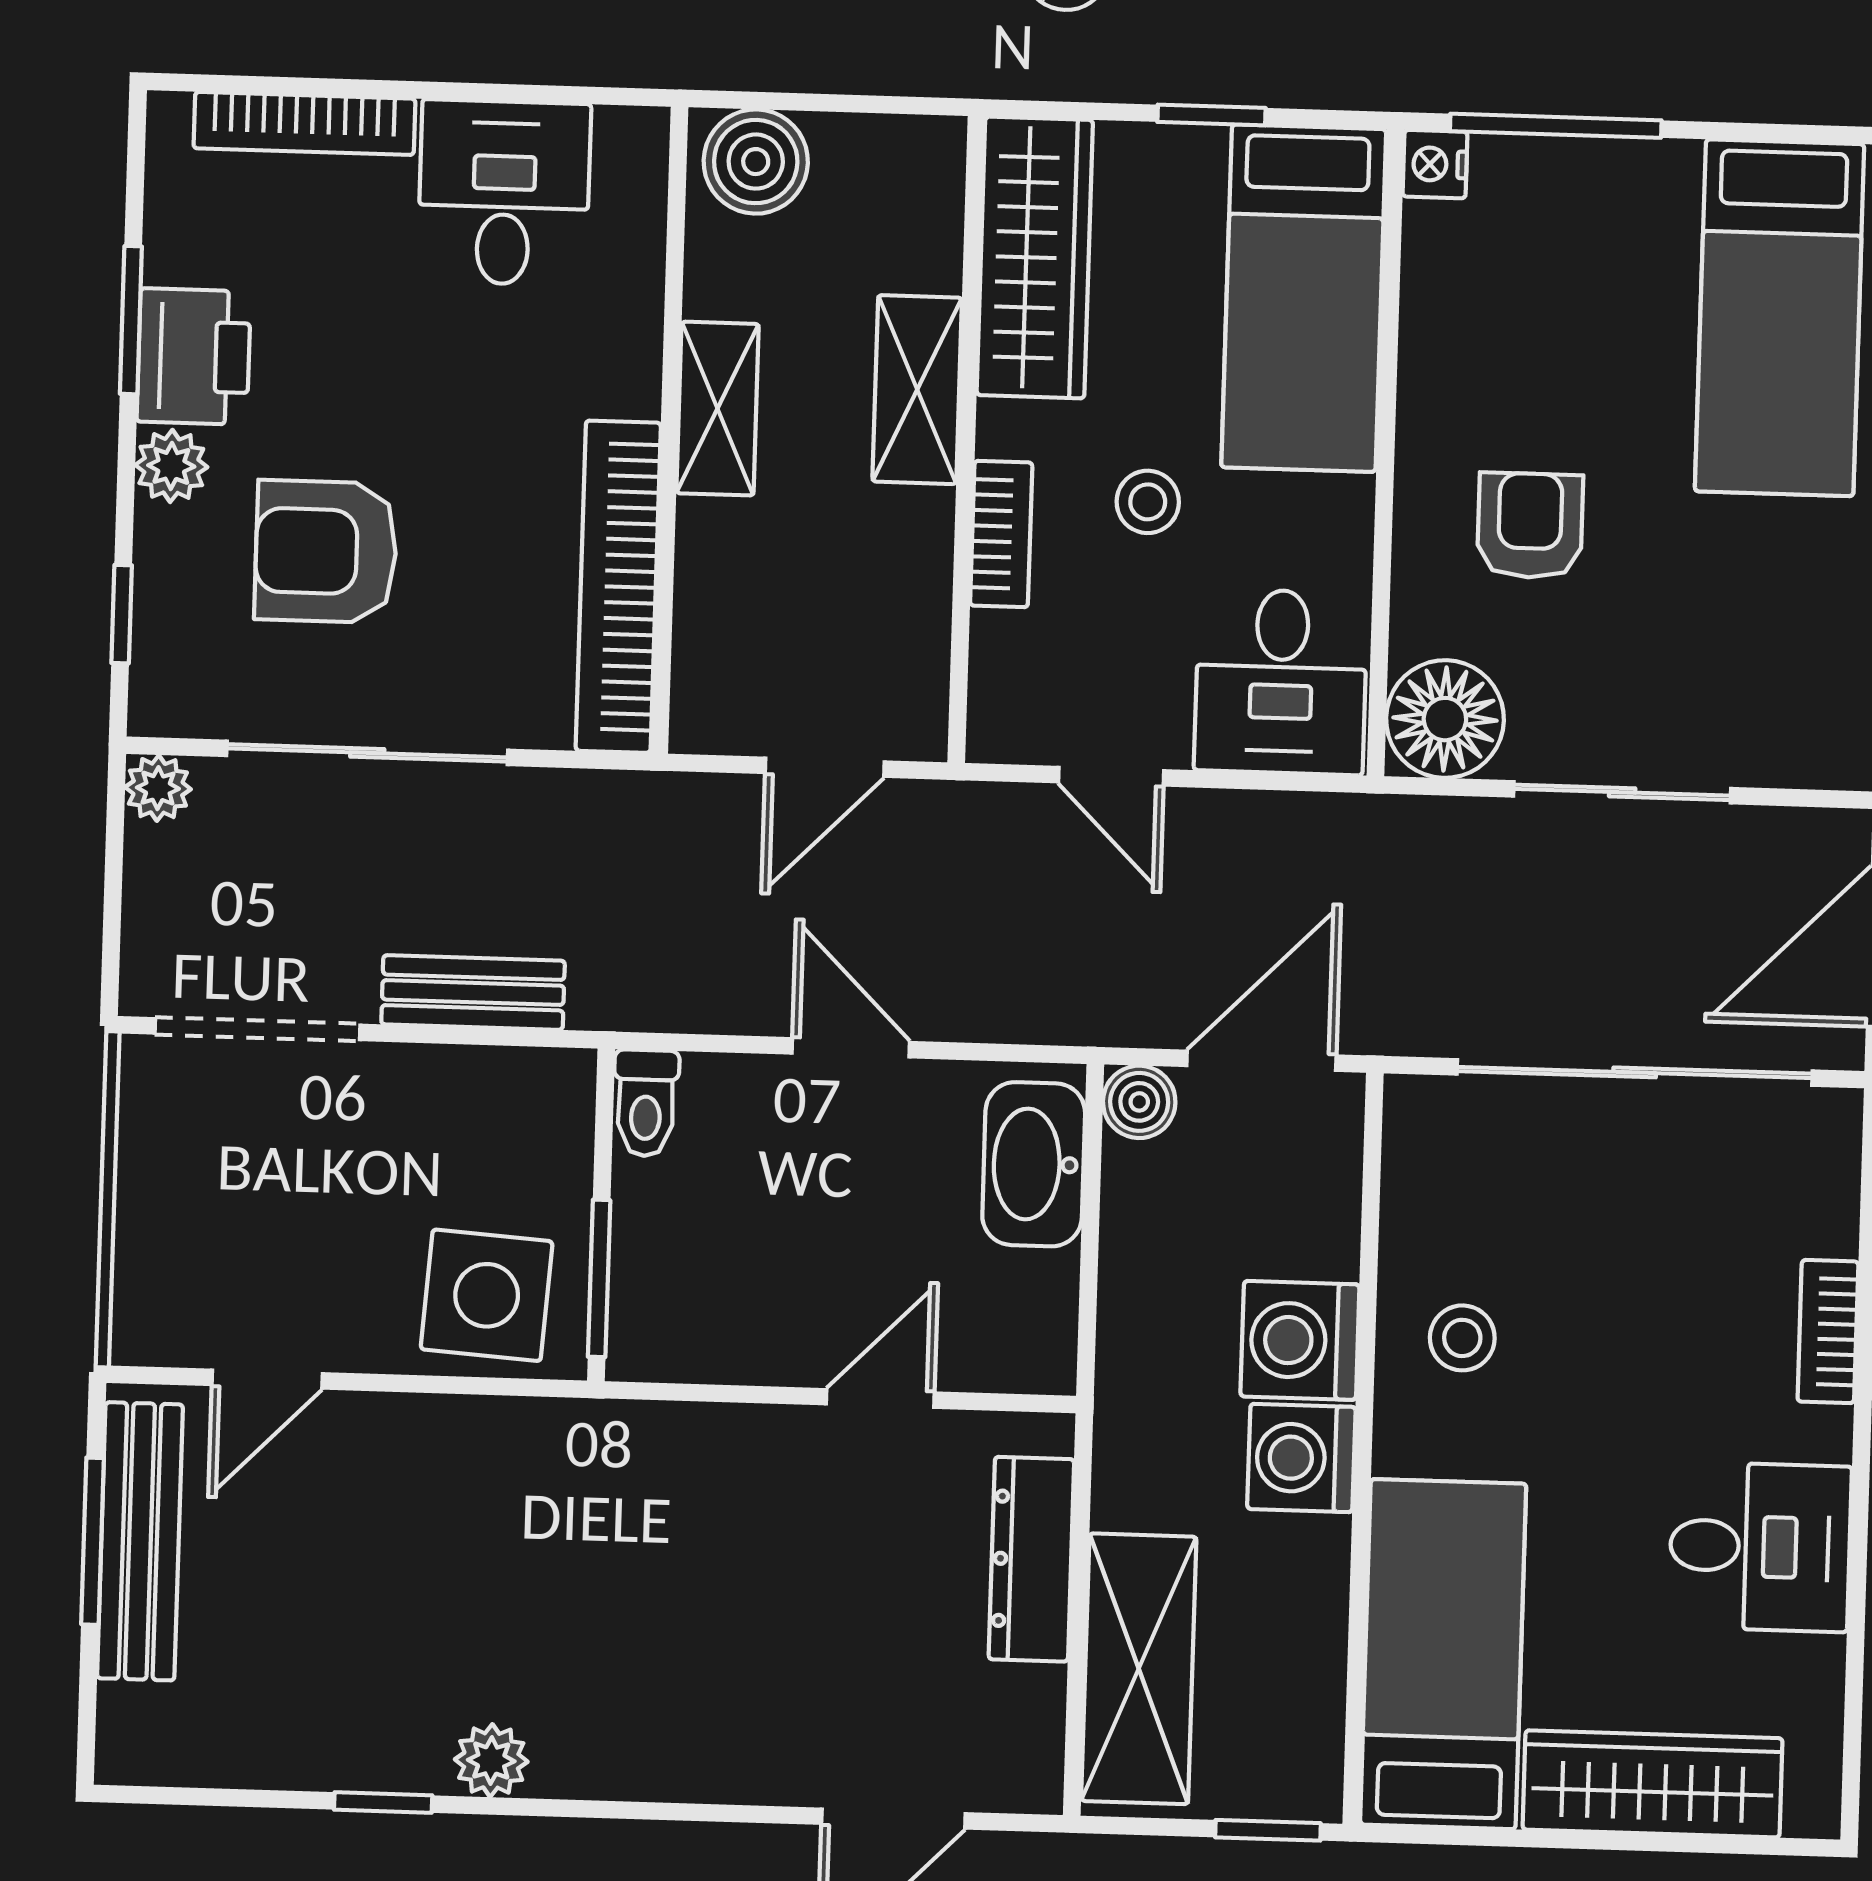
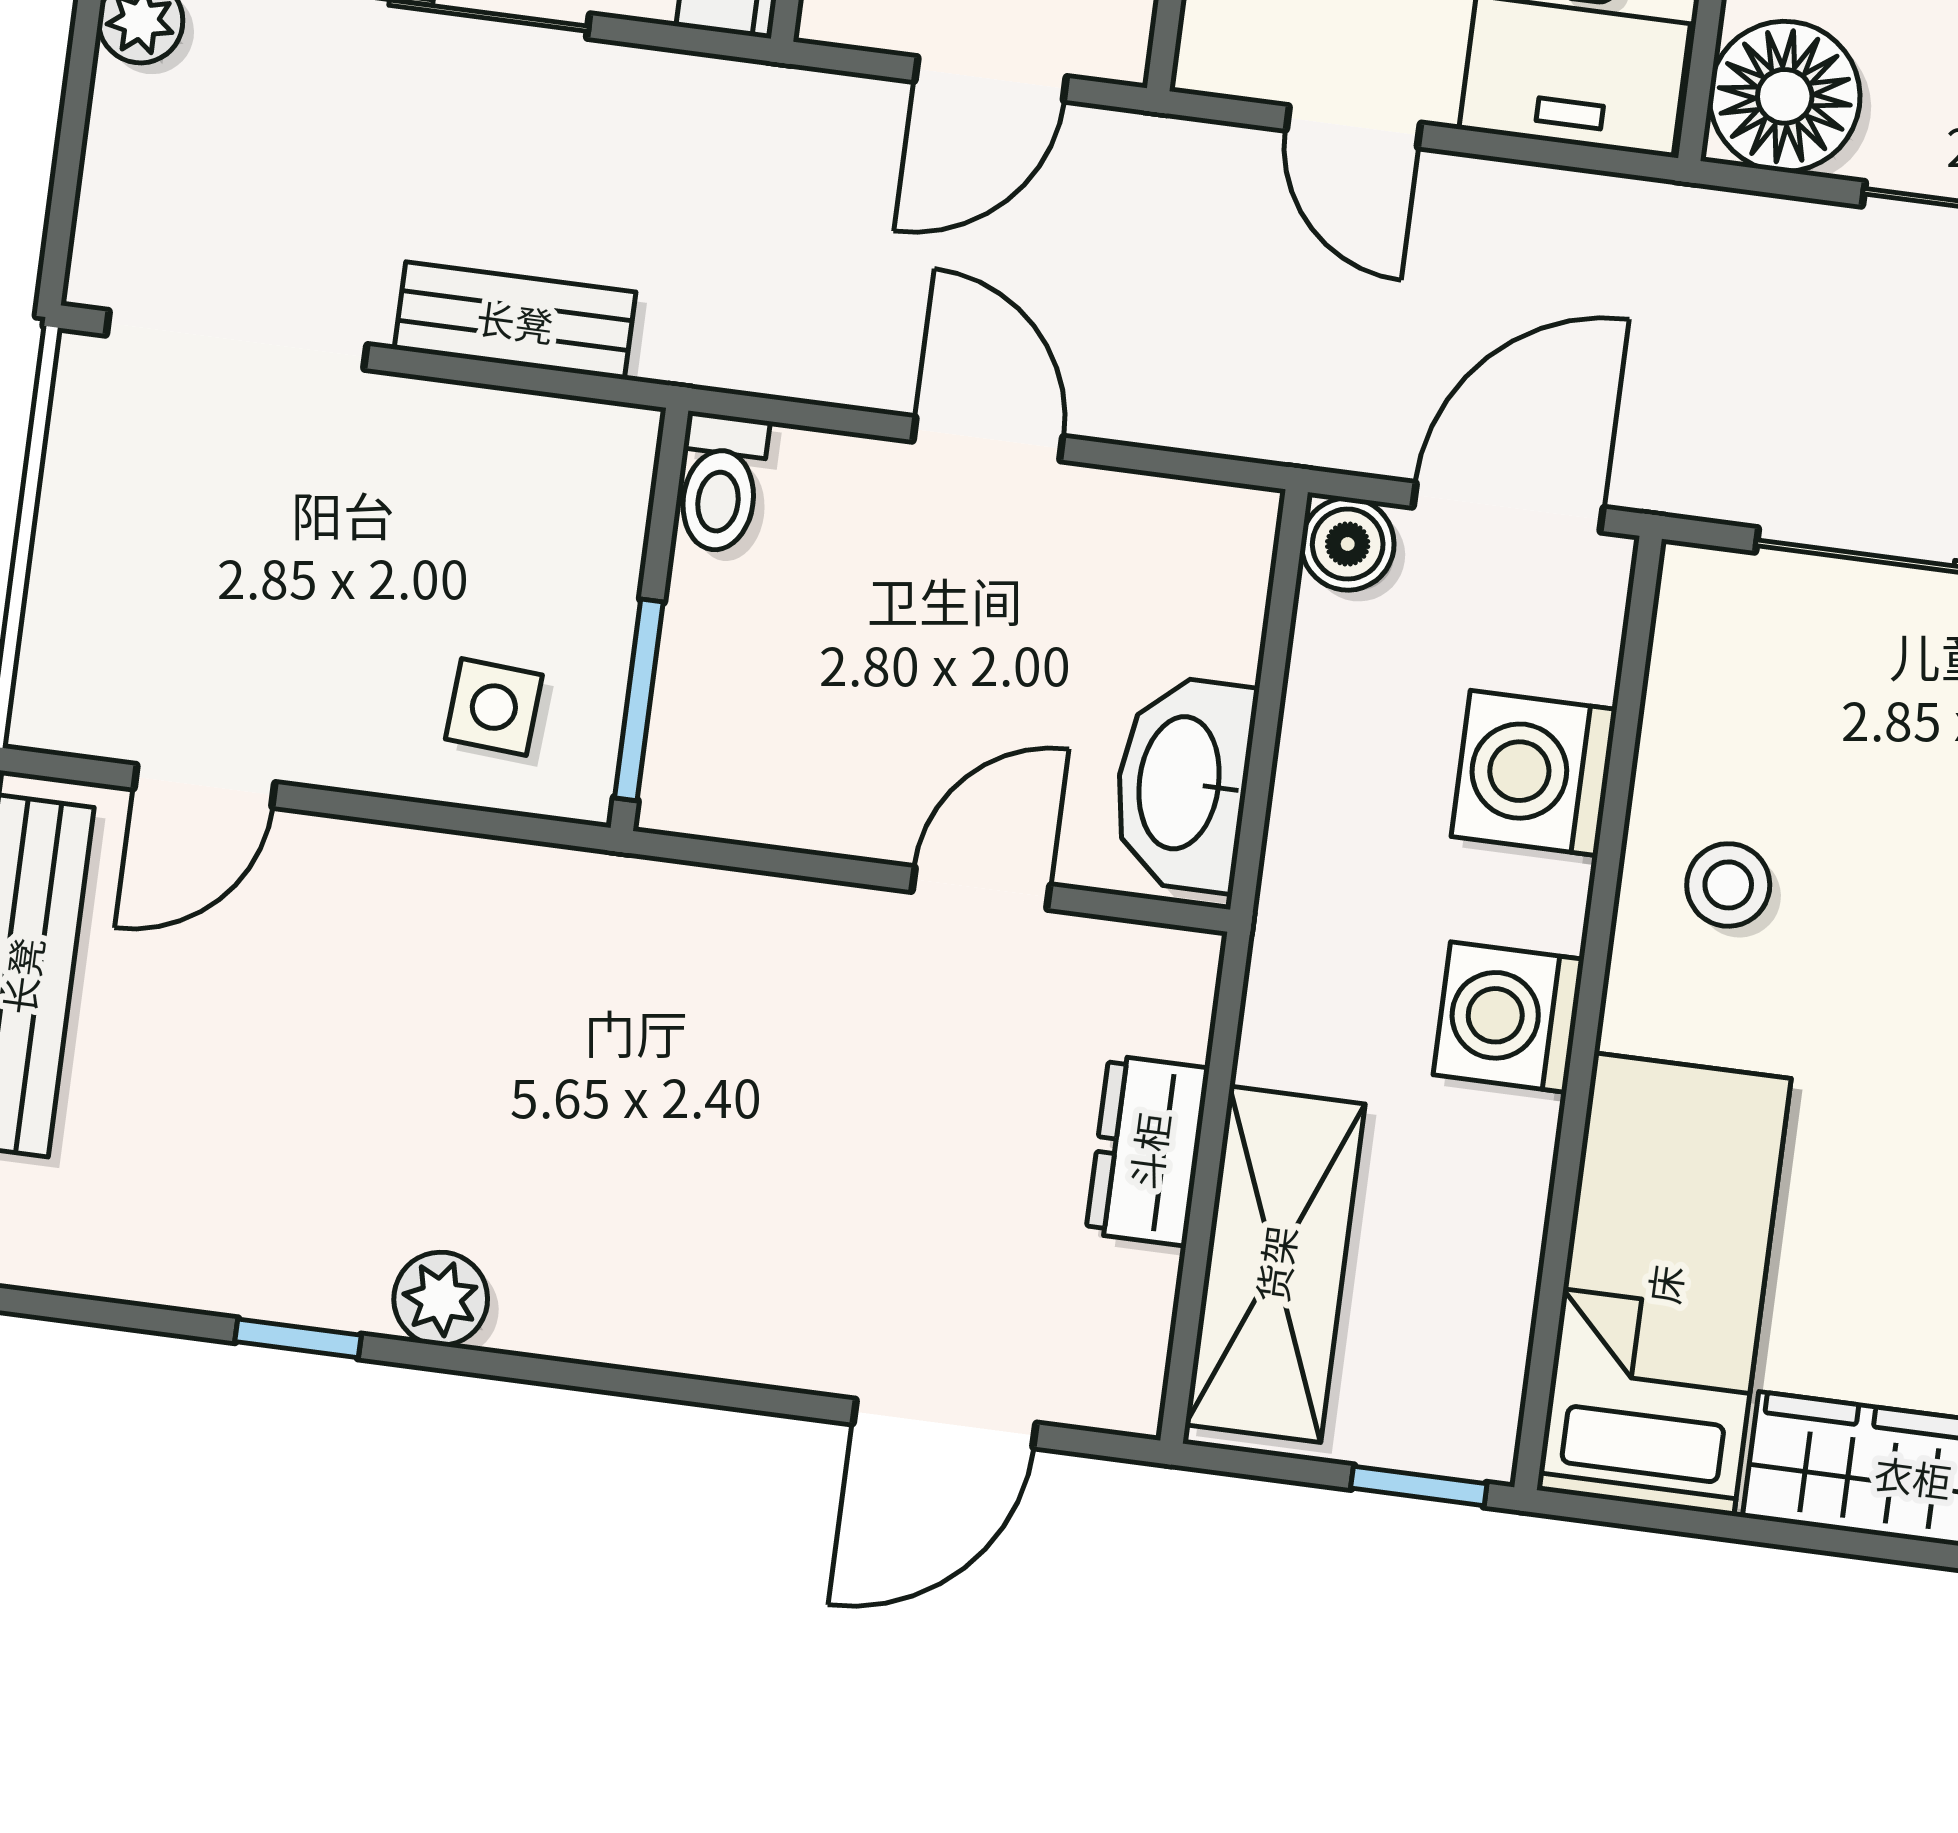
washbasin: (1034, 1164) -> (1183, 783), moved
side table: (487, 1295) -> (494, 707), width x0.54, depth x0.54
washing machine: (1300, 1340) -> (1534, 773), moved
dresser: (1031, 1559) -> (1148, 1151), width x0.70

